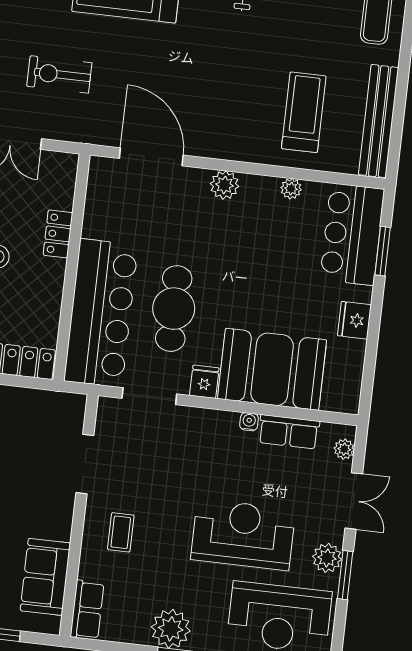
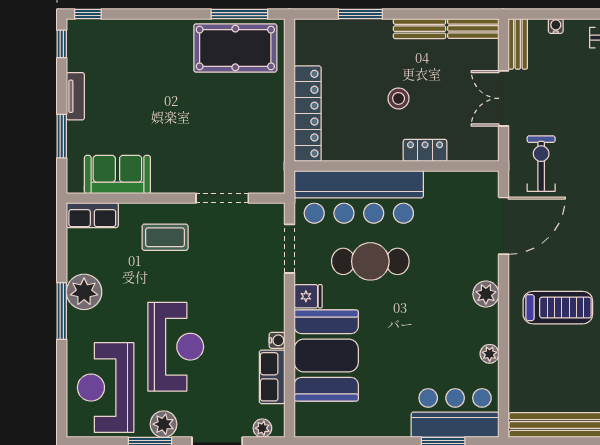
exercise bike: (59, 75) -> (541, 164), moved
treadmill: (304, 112) -> (558, 308), moved
fridge: (354, 320) -> (379, 424), removed
coffee table: (121, 532) -> (165, 237), width x1.36, depth x1.30

